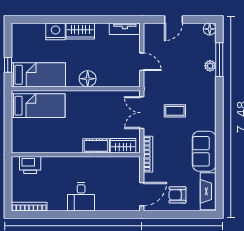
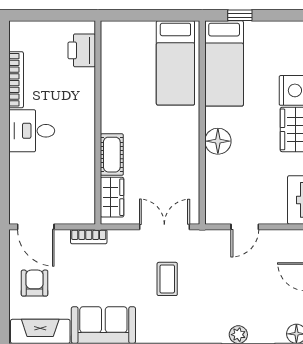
bookcase: (148, 154) -> (89, 237), width x0.64
bookcase: (29, 207) -> (16, 80), moved

